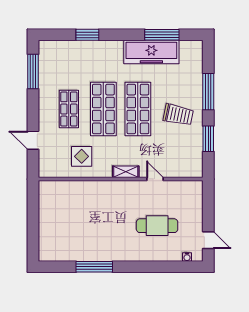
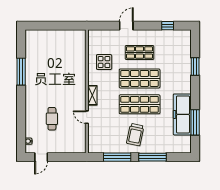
window: (33, 72) -> (168, 26), width x0.46
window: (208, 139) -> (117, 157), width x1.44
door: (33, 140) -> (126, 26), moved
door: (155, 179) -> (87, 117), swing flipped
cafe table: (157, 226) -> (52, 119), width x0.73, depth x0.74

